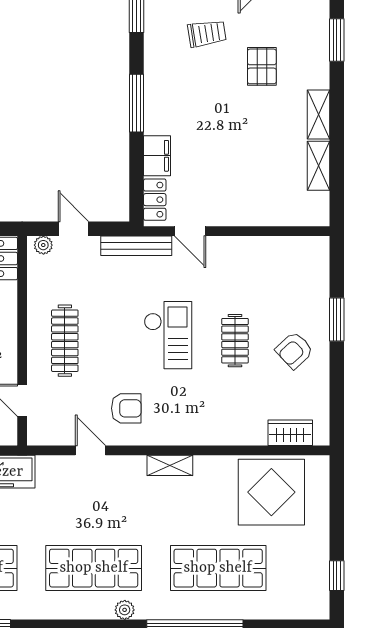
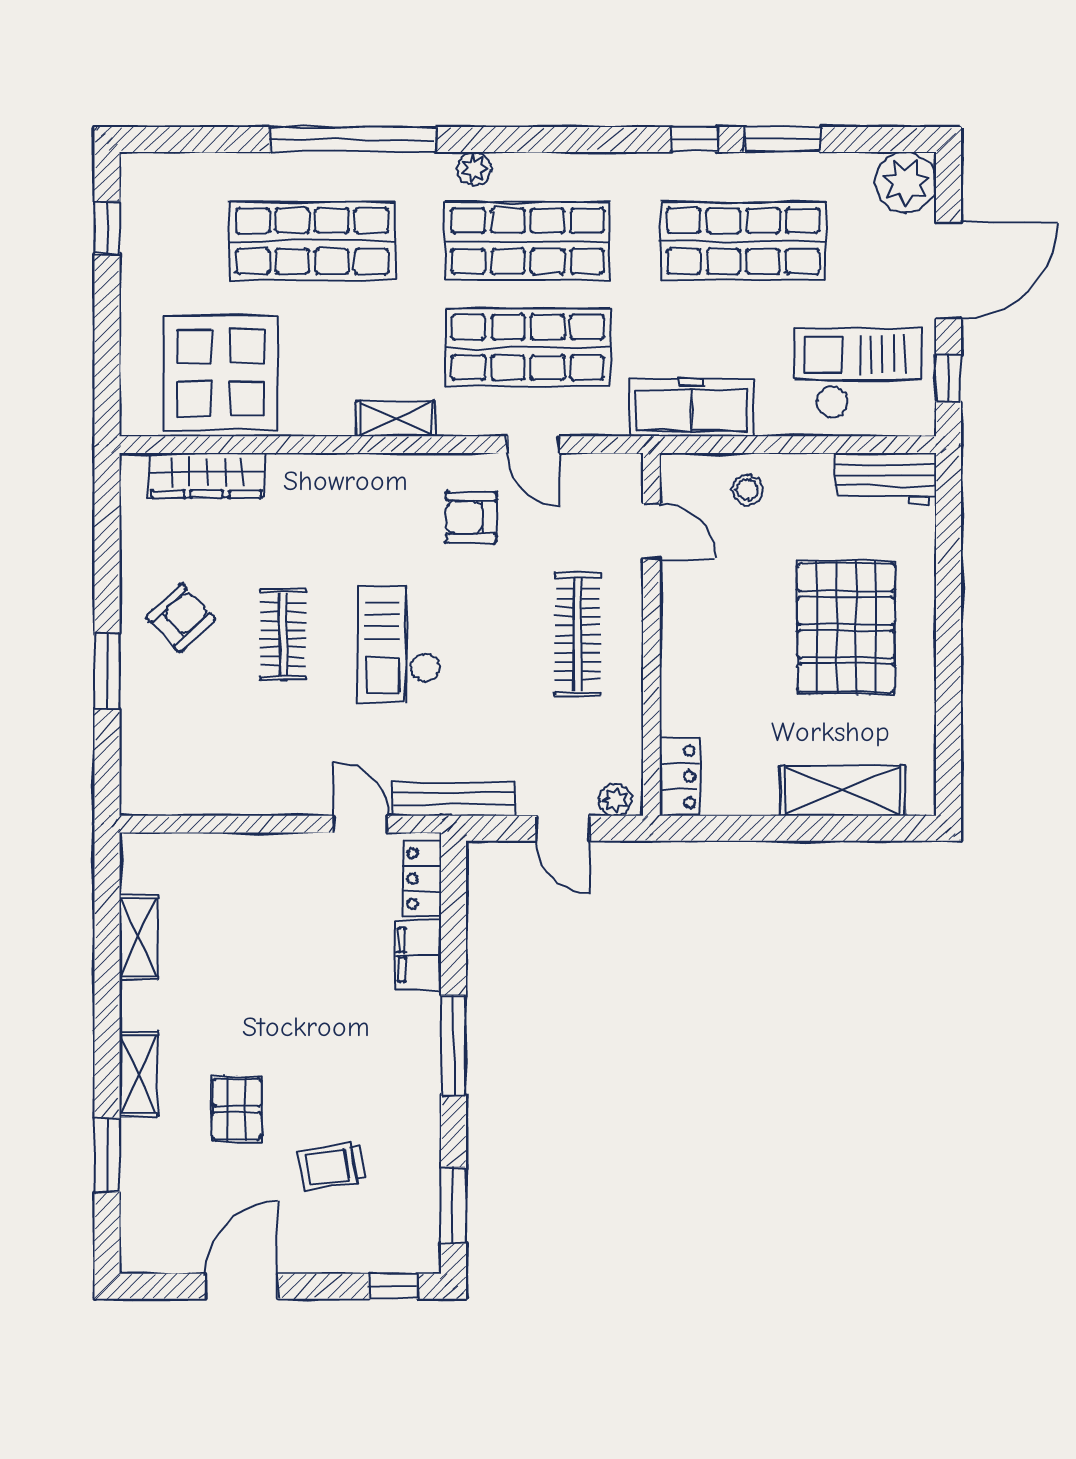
shelving: (319, 115) -> (139, 1074), moved
wardrobe: (290, 433) -> (207, 475), width x1.50
shop shelf: (94, 507) -> (528, 347), added

